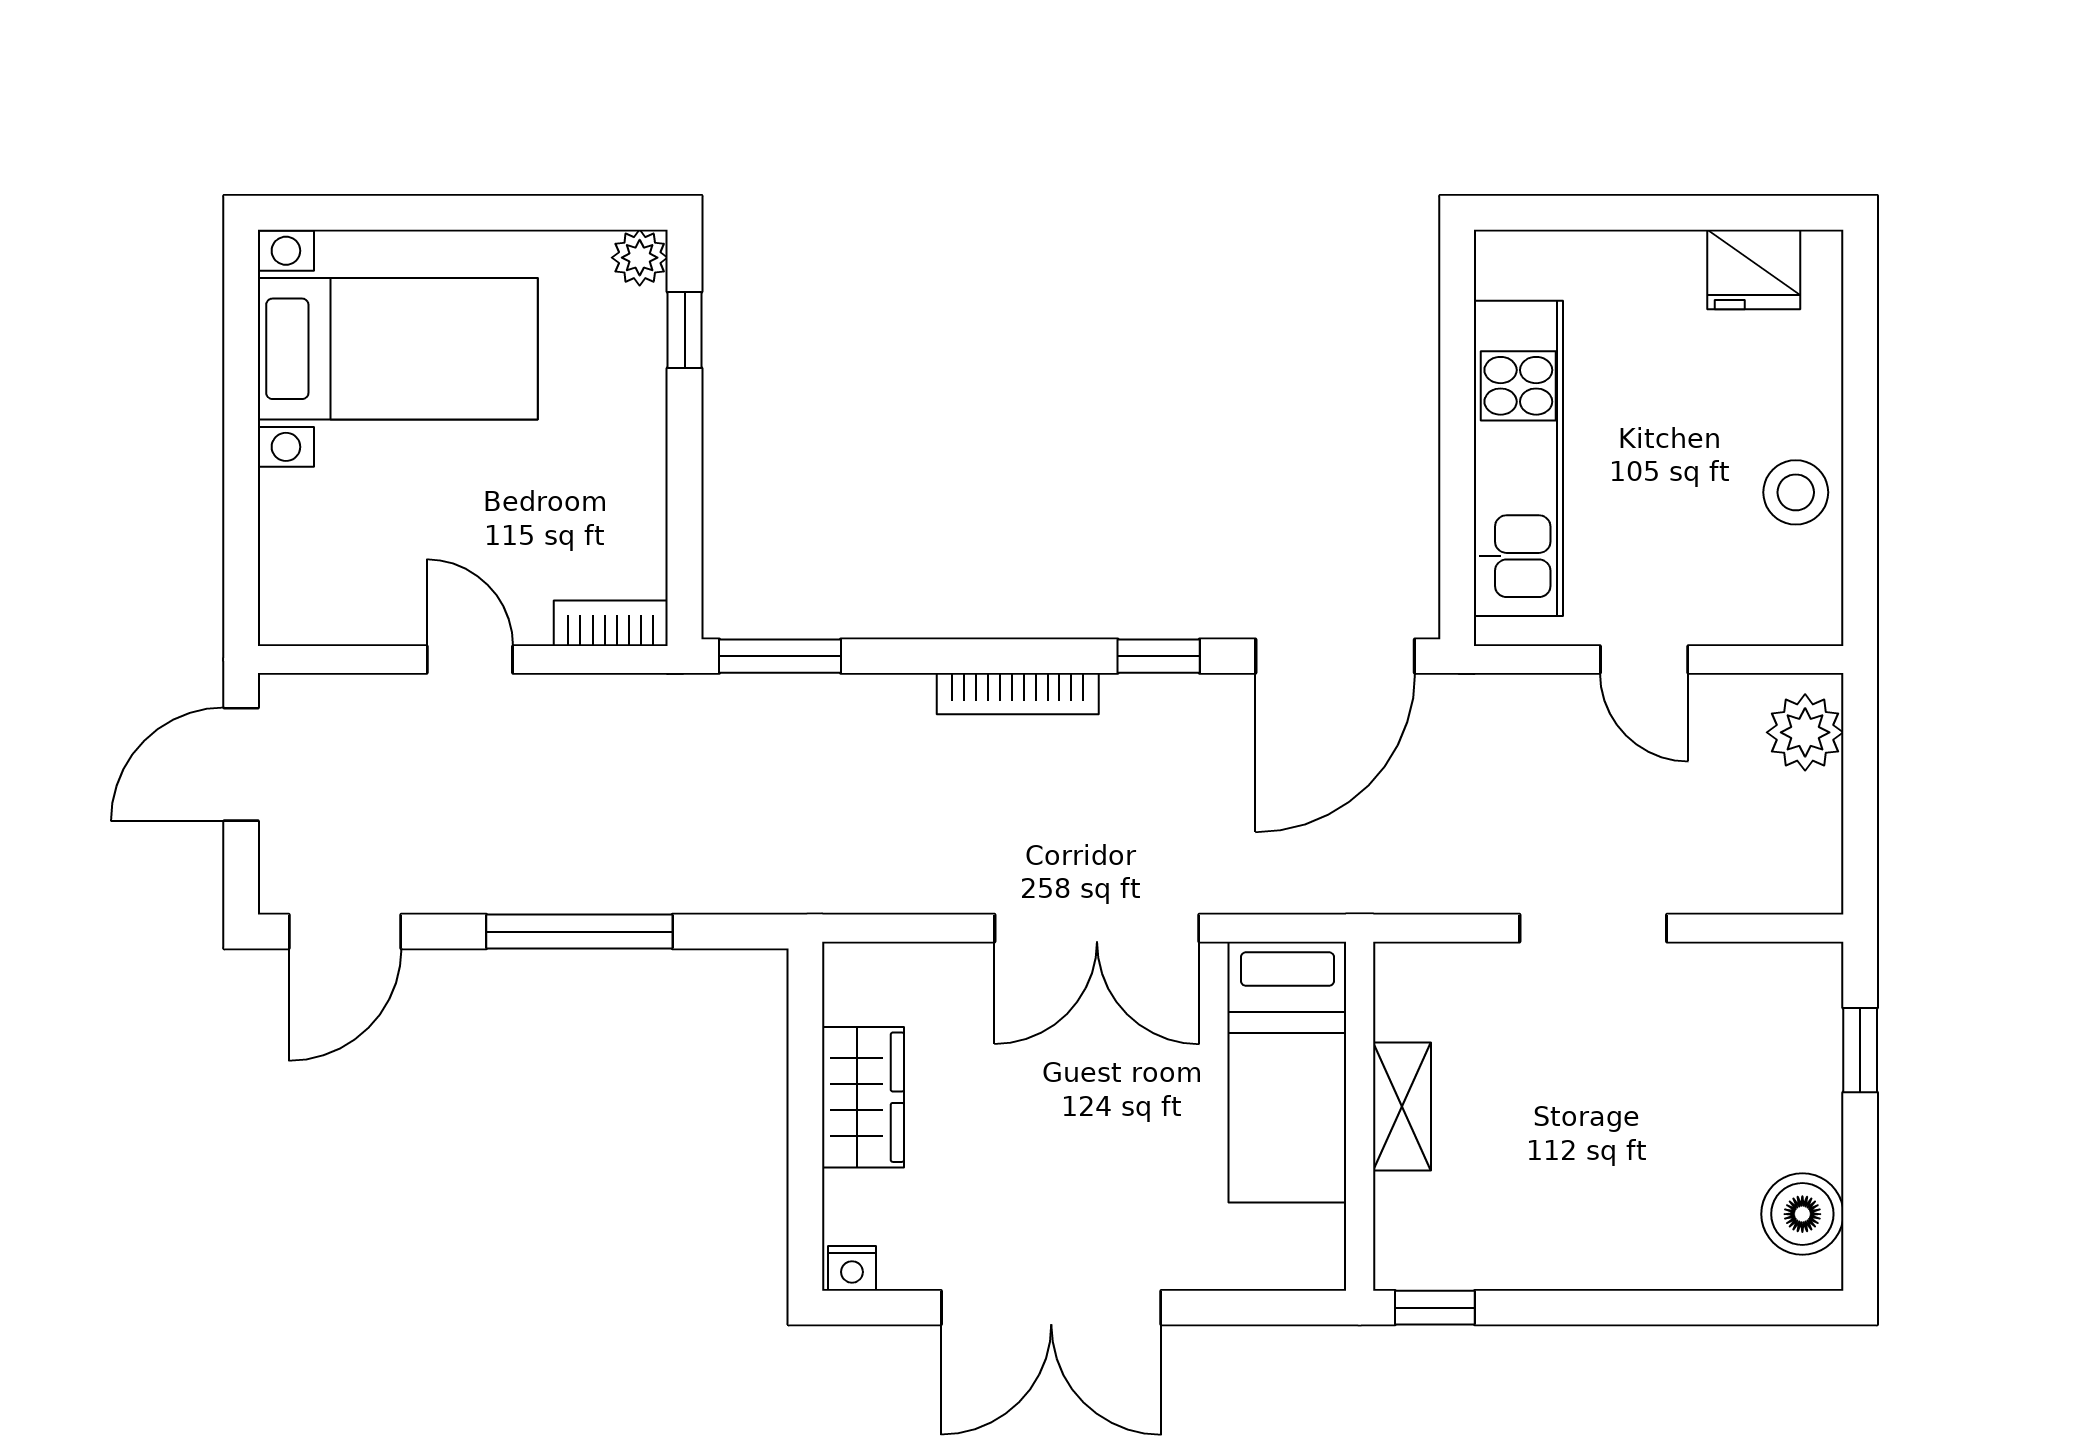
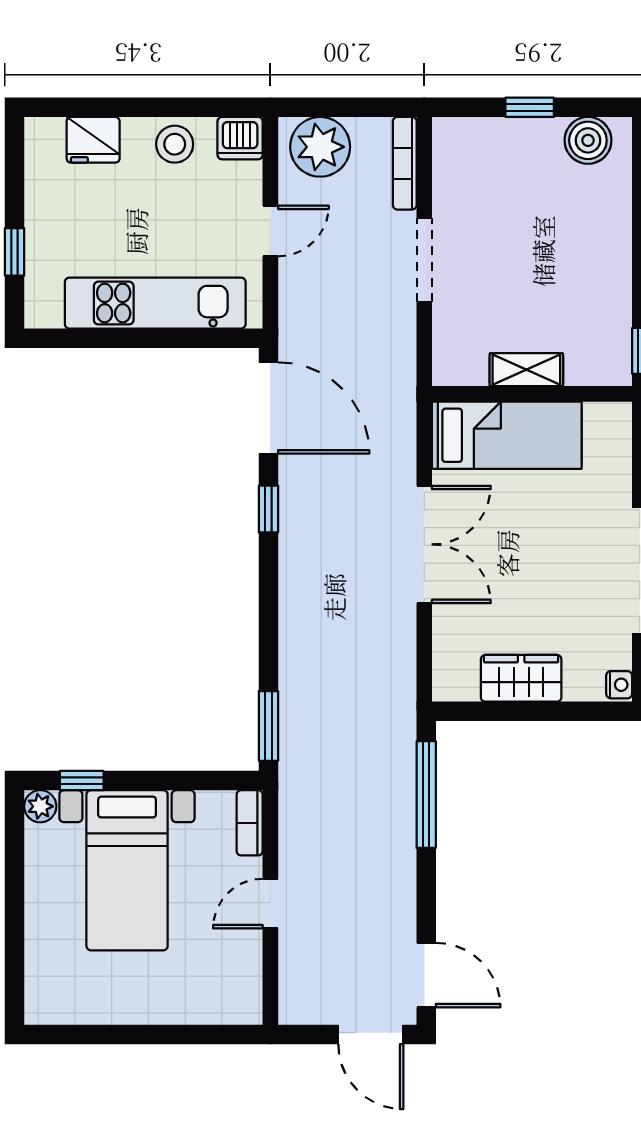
window: (1608, 213) -> (15, 252), added
fridge: (1754, 269) -> (93, 140), moved, turned 90
bed with nightstands: (398, 349) -> (127, 870), moved, turned 180
dishwasher: (1806, 607) -> (240, 138), added
bookcase: (1018, 694) -> (405, 163), moved, turned 180
plant: (1805, 732) -> (320, 147), width x1.36, depth x1.36
door: (241, 764) -> (371, 1035), moved
window: (579, 932) -> (426, 795), moved
window: (1860, 1050) -> (530, 107), moved

